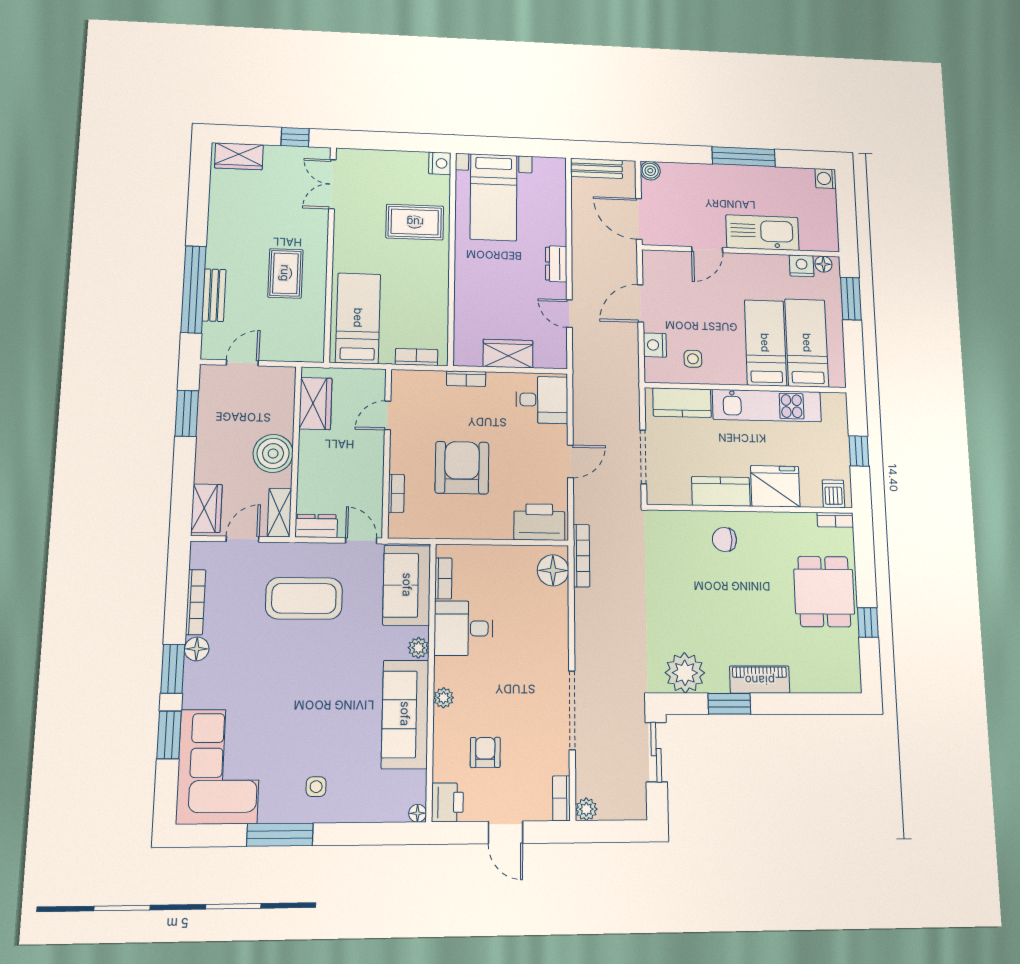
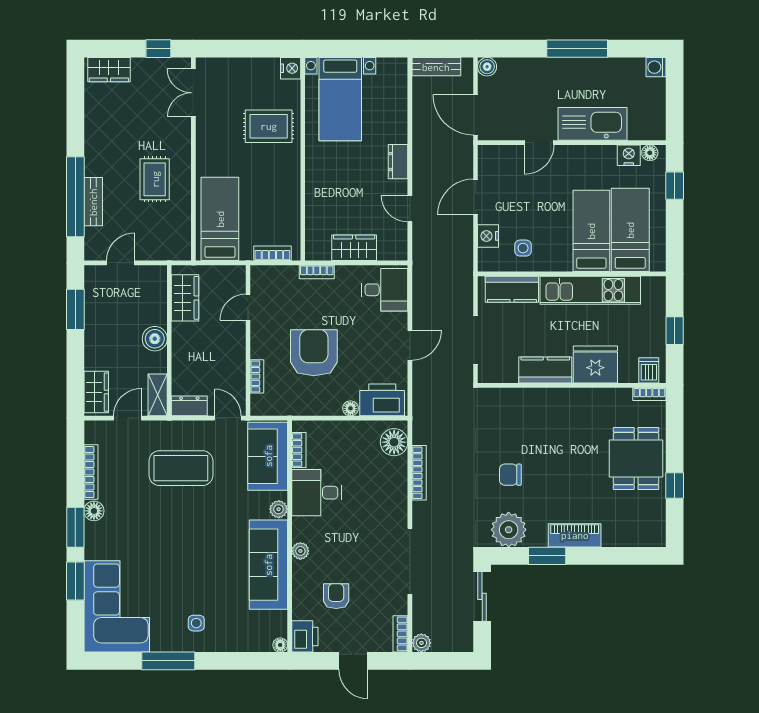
window: (851, 299) -> (675, 186), width x0.67
boiler: (273, 453) -> (155, 339), width x0.73, depth x0.73
floor lamp: (503, 531) -> (350, 408), added
chair: (724, 539) -> (510, 475), moved
bookcase: (581, 556) -> (419, 473), moved

